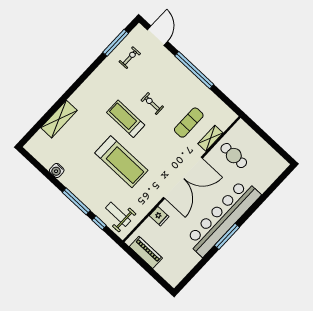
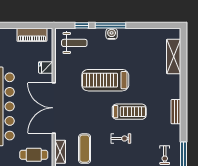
bench: (88, 84) -> (176, 112), added
shelving: (59, 119) -> (174, 56), moved
water cooler: (57, 170) -> (112, 34), moved

